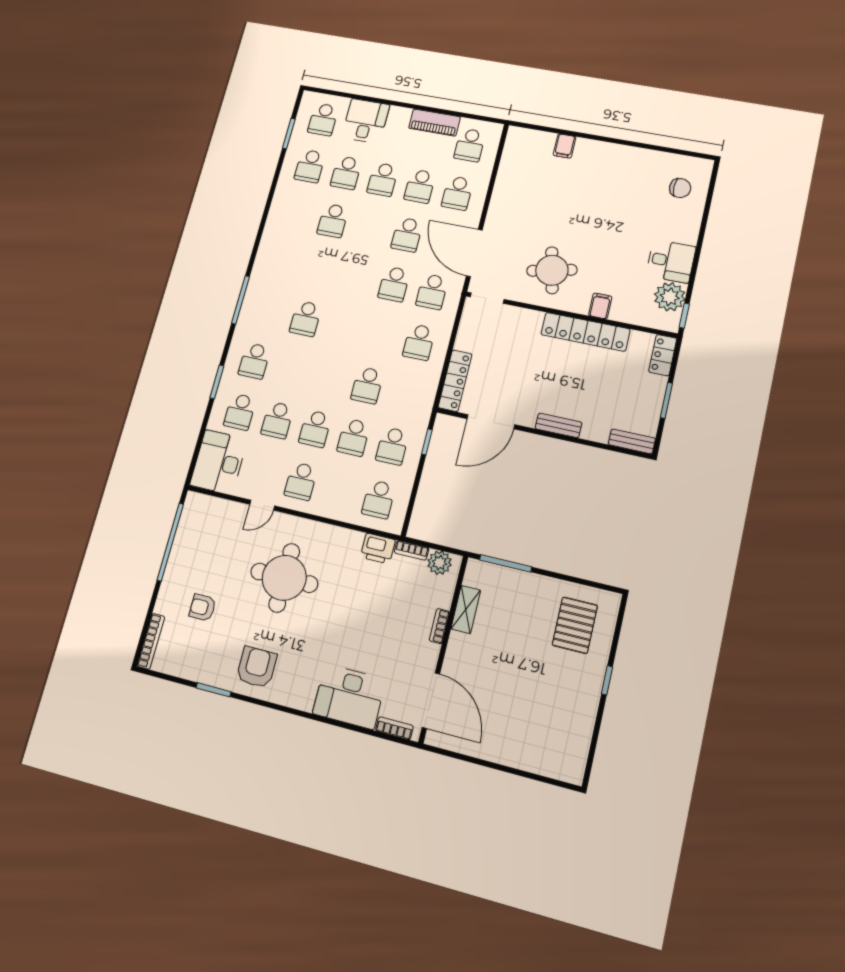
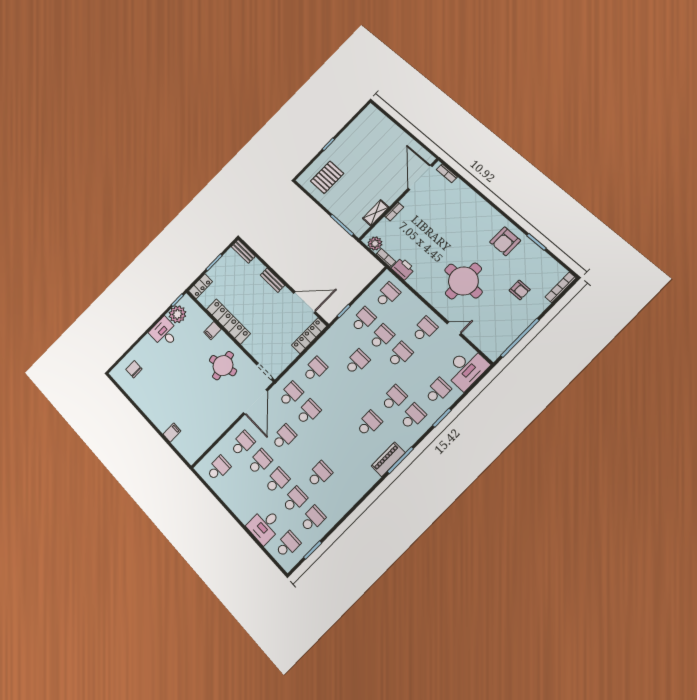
piano: (435, 123) -> (388, 459), moved, turned -90
school desk: (277, 420) -> (394, 398), moved
desk: (349, 697) -> (462, 201), removed

